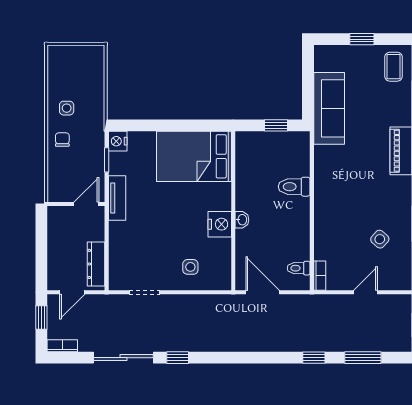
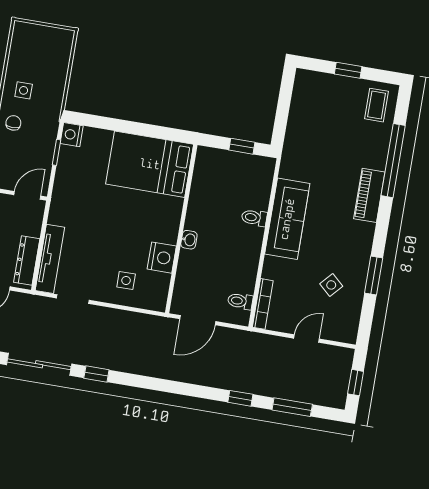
sofa: (329, 108) -> (287, 219), moved
toilet: (294, 187) -> (254, 218), width x0.73, depth x0.72
tv unit: (117, 198) -> (50, 259), moved, width x1.41
nightstand: (220, 224) -> (162, 258), moved
bookcase: (320, 276) -> (263, 304), width x1.56
door: (263, 292) -> (198, 320), swing flipped

